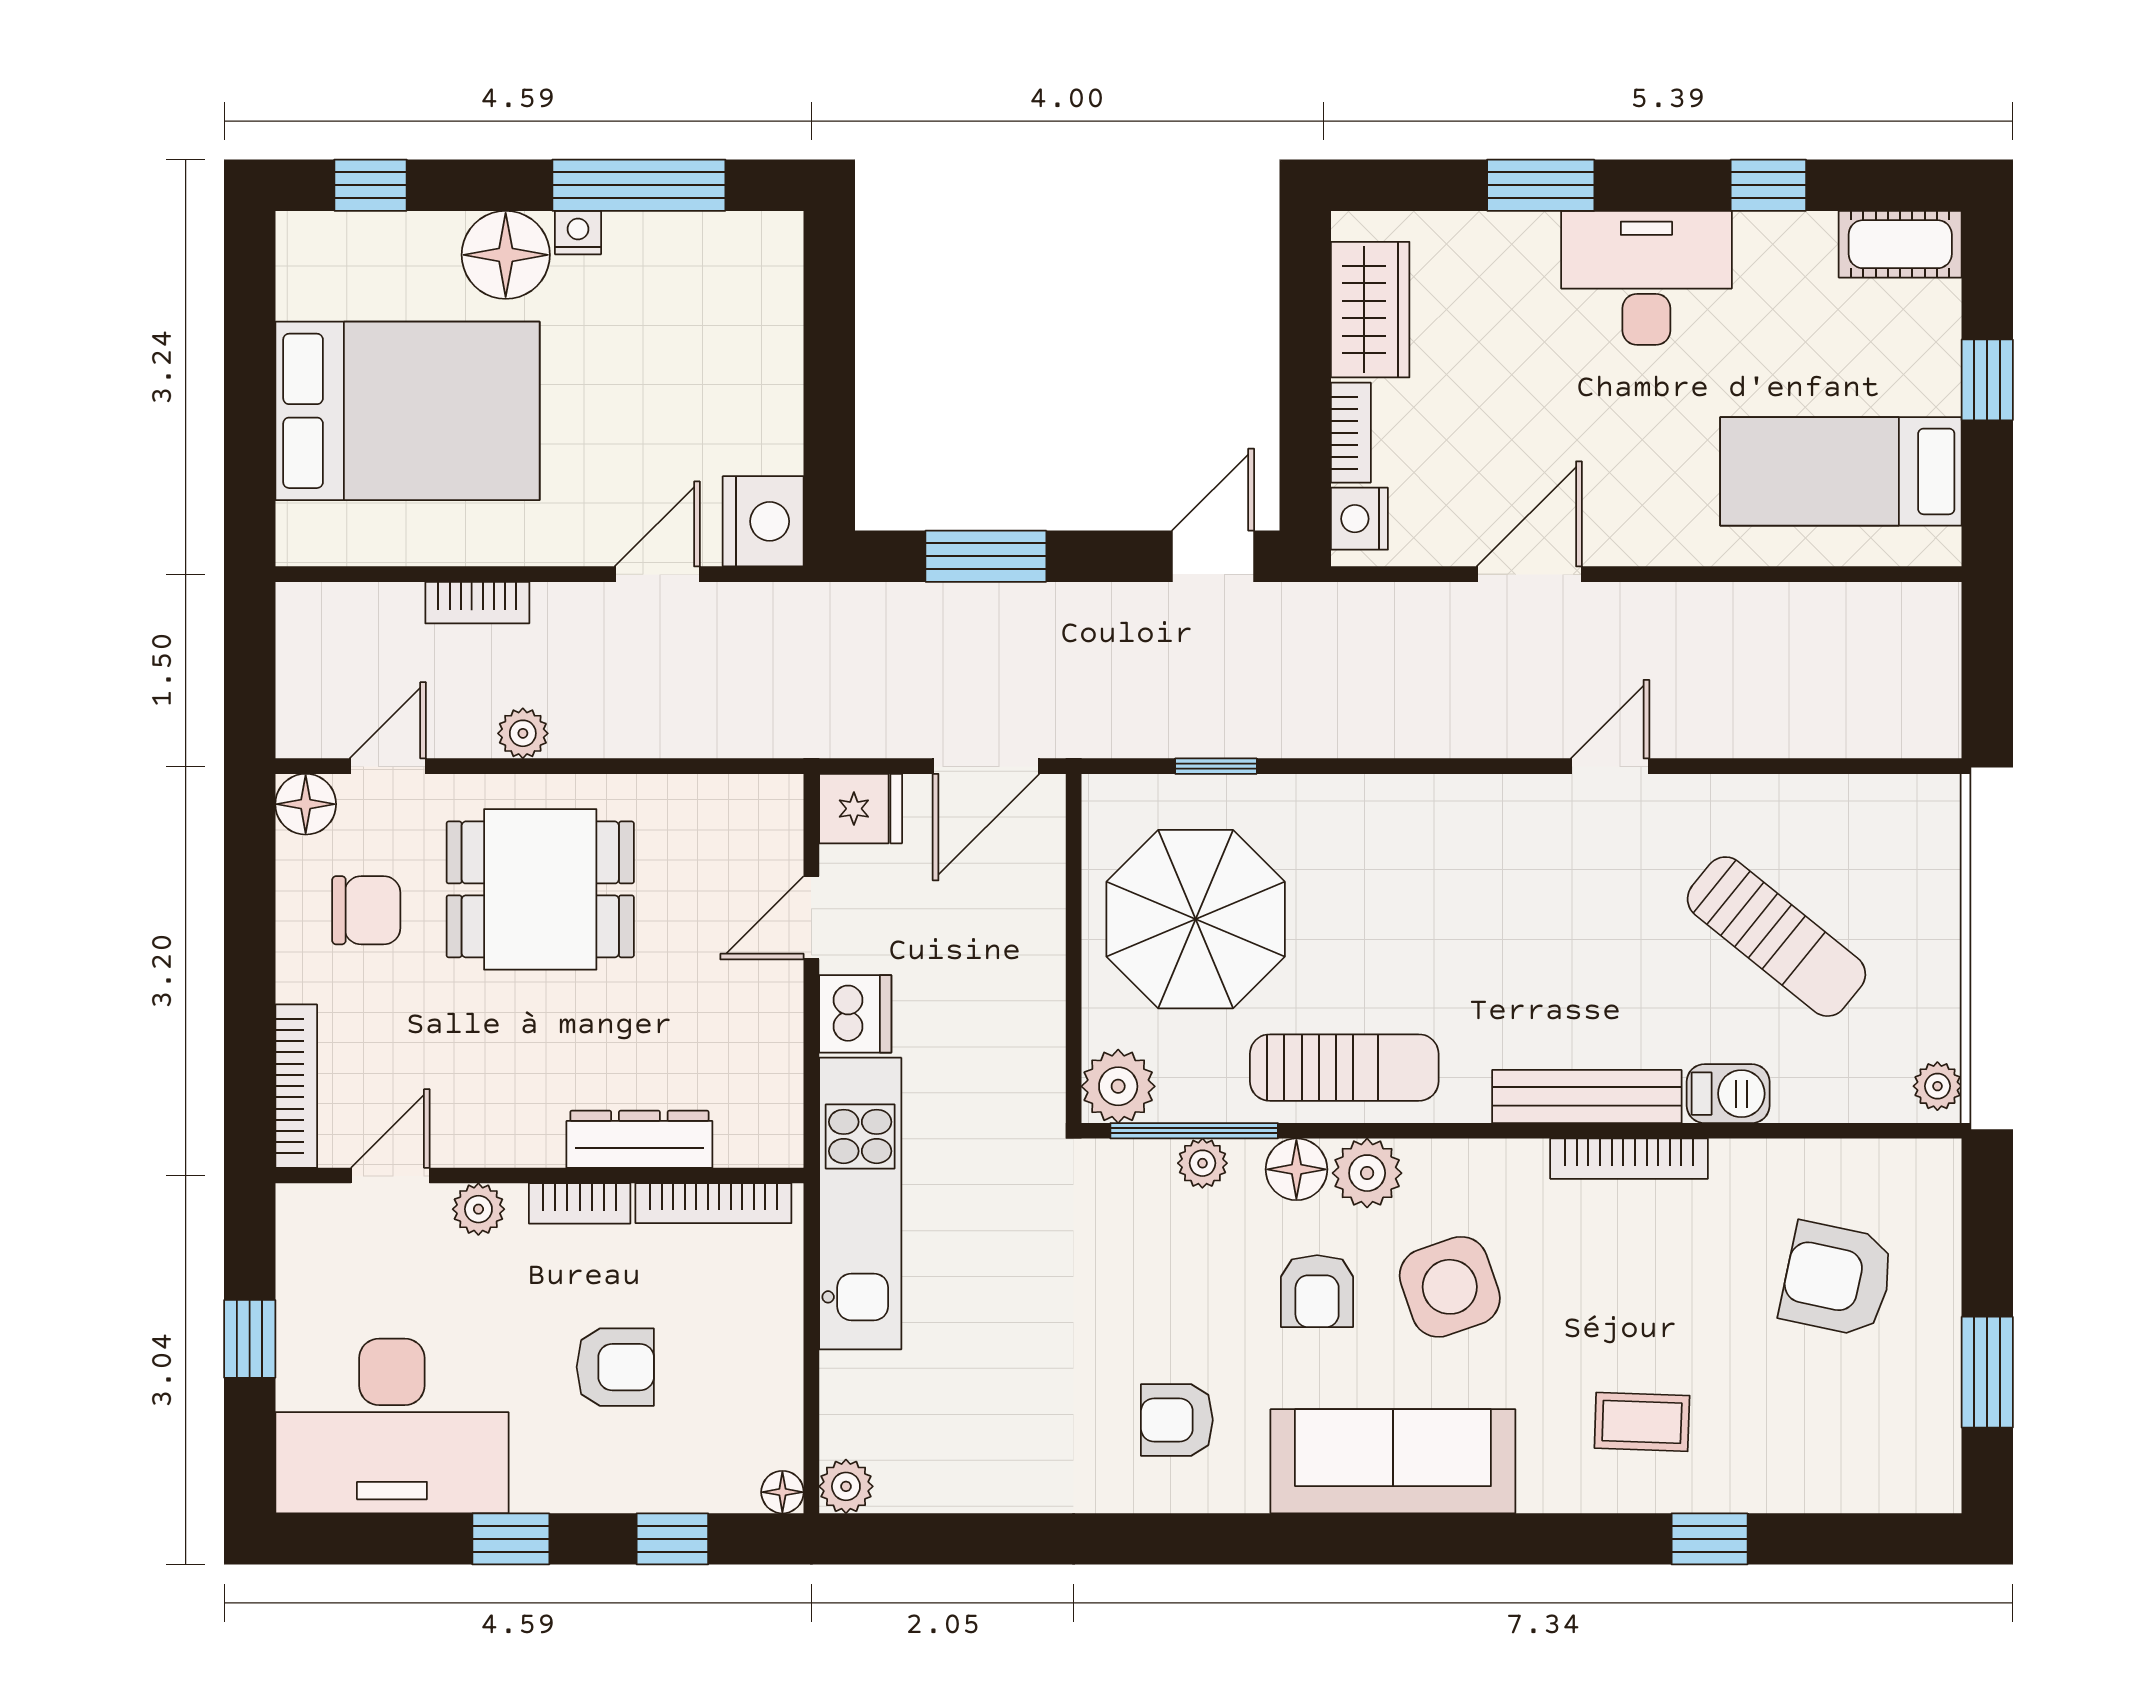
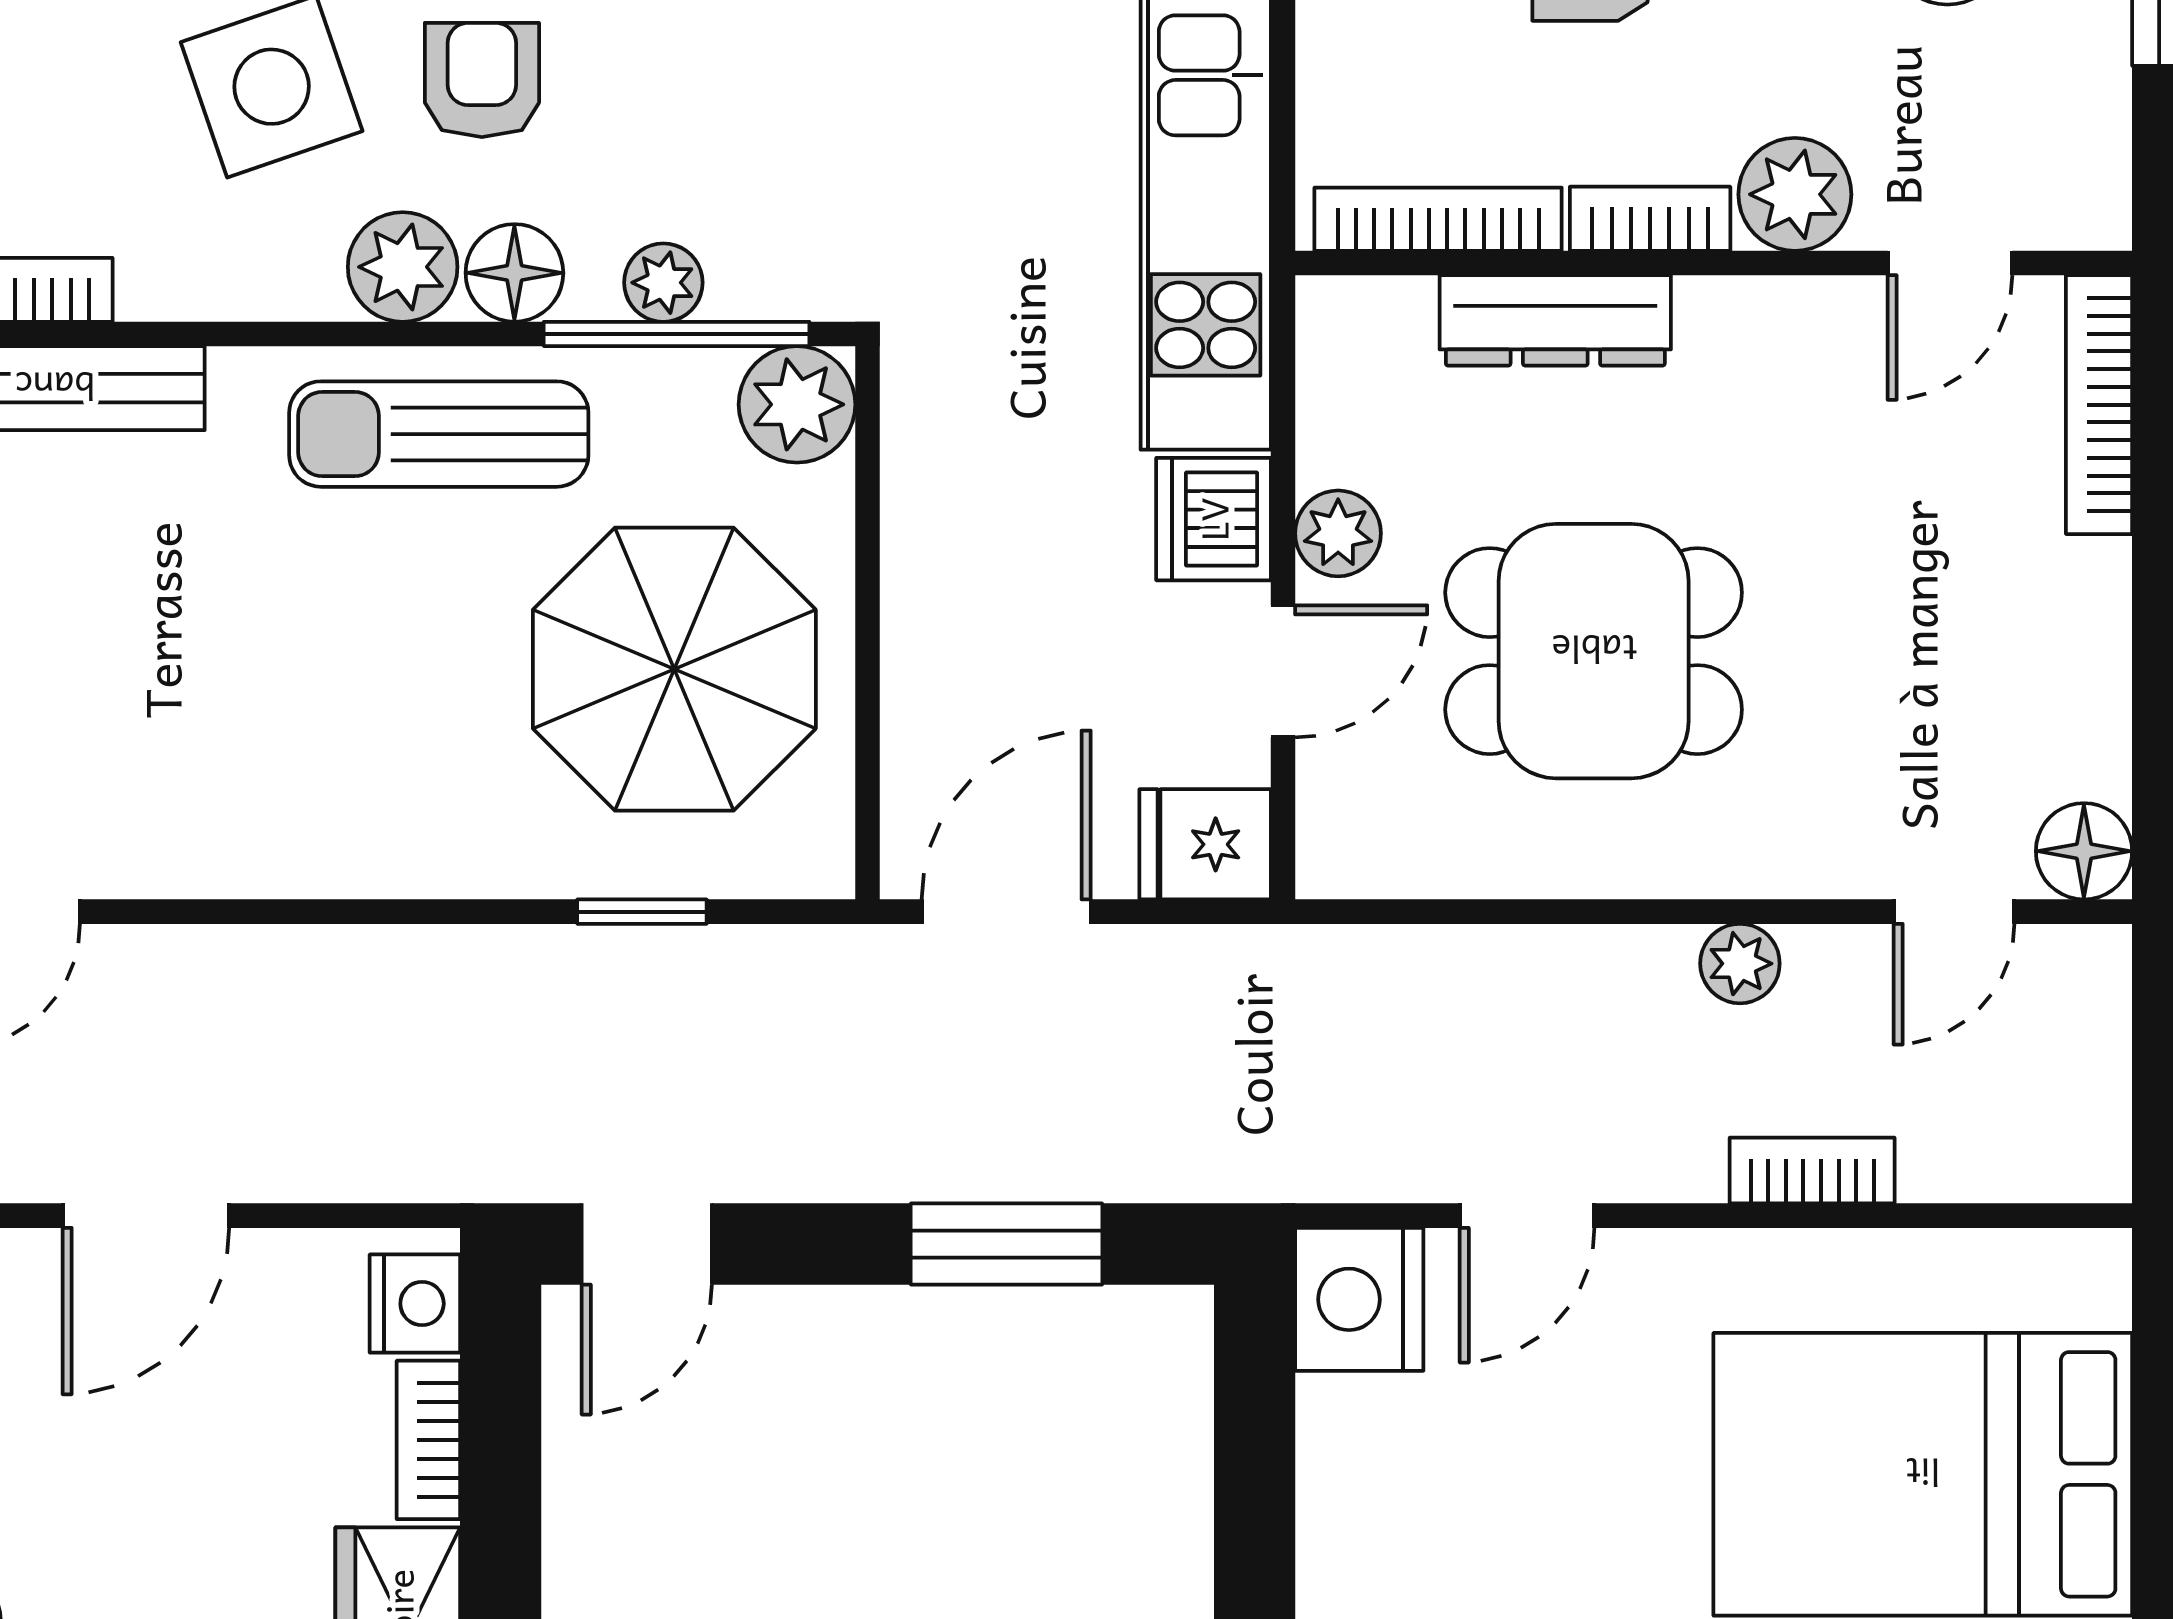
dining table: (540, 889) -> (1594, 651), moved
chair: (366, 910) -> (1988, 683), removed
plant: (777, 1005) -> (1338, 533), added
plant: (478, 1209) -> (1795, 194), width x1.38, depth x1.38

